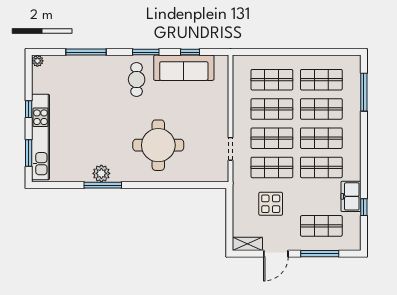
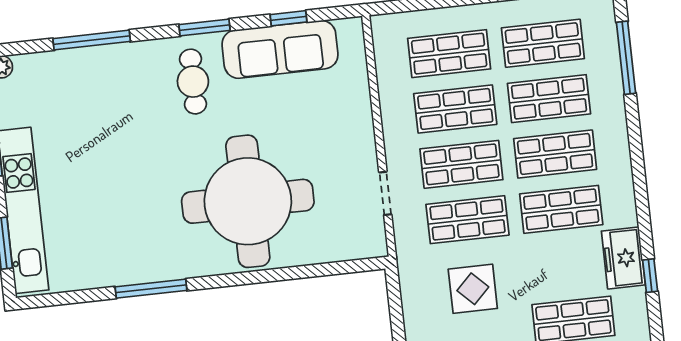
round table: (158, 145) -> (248, 201), width x1.36, depth x1.36
plant: (101, 173) -> (146, 267), removed

